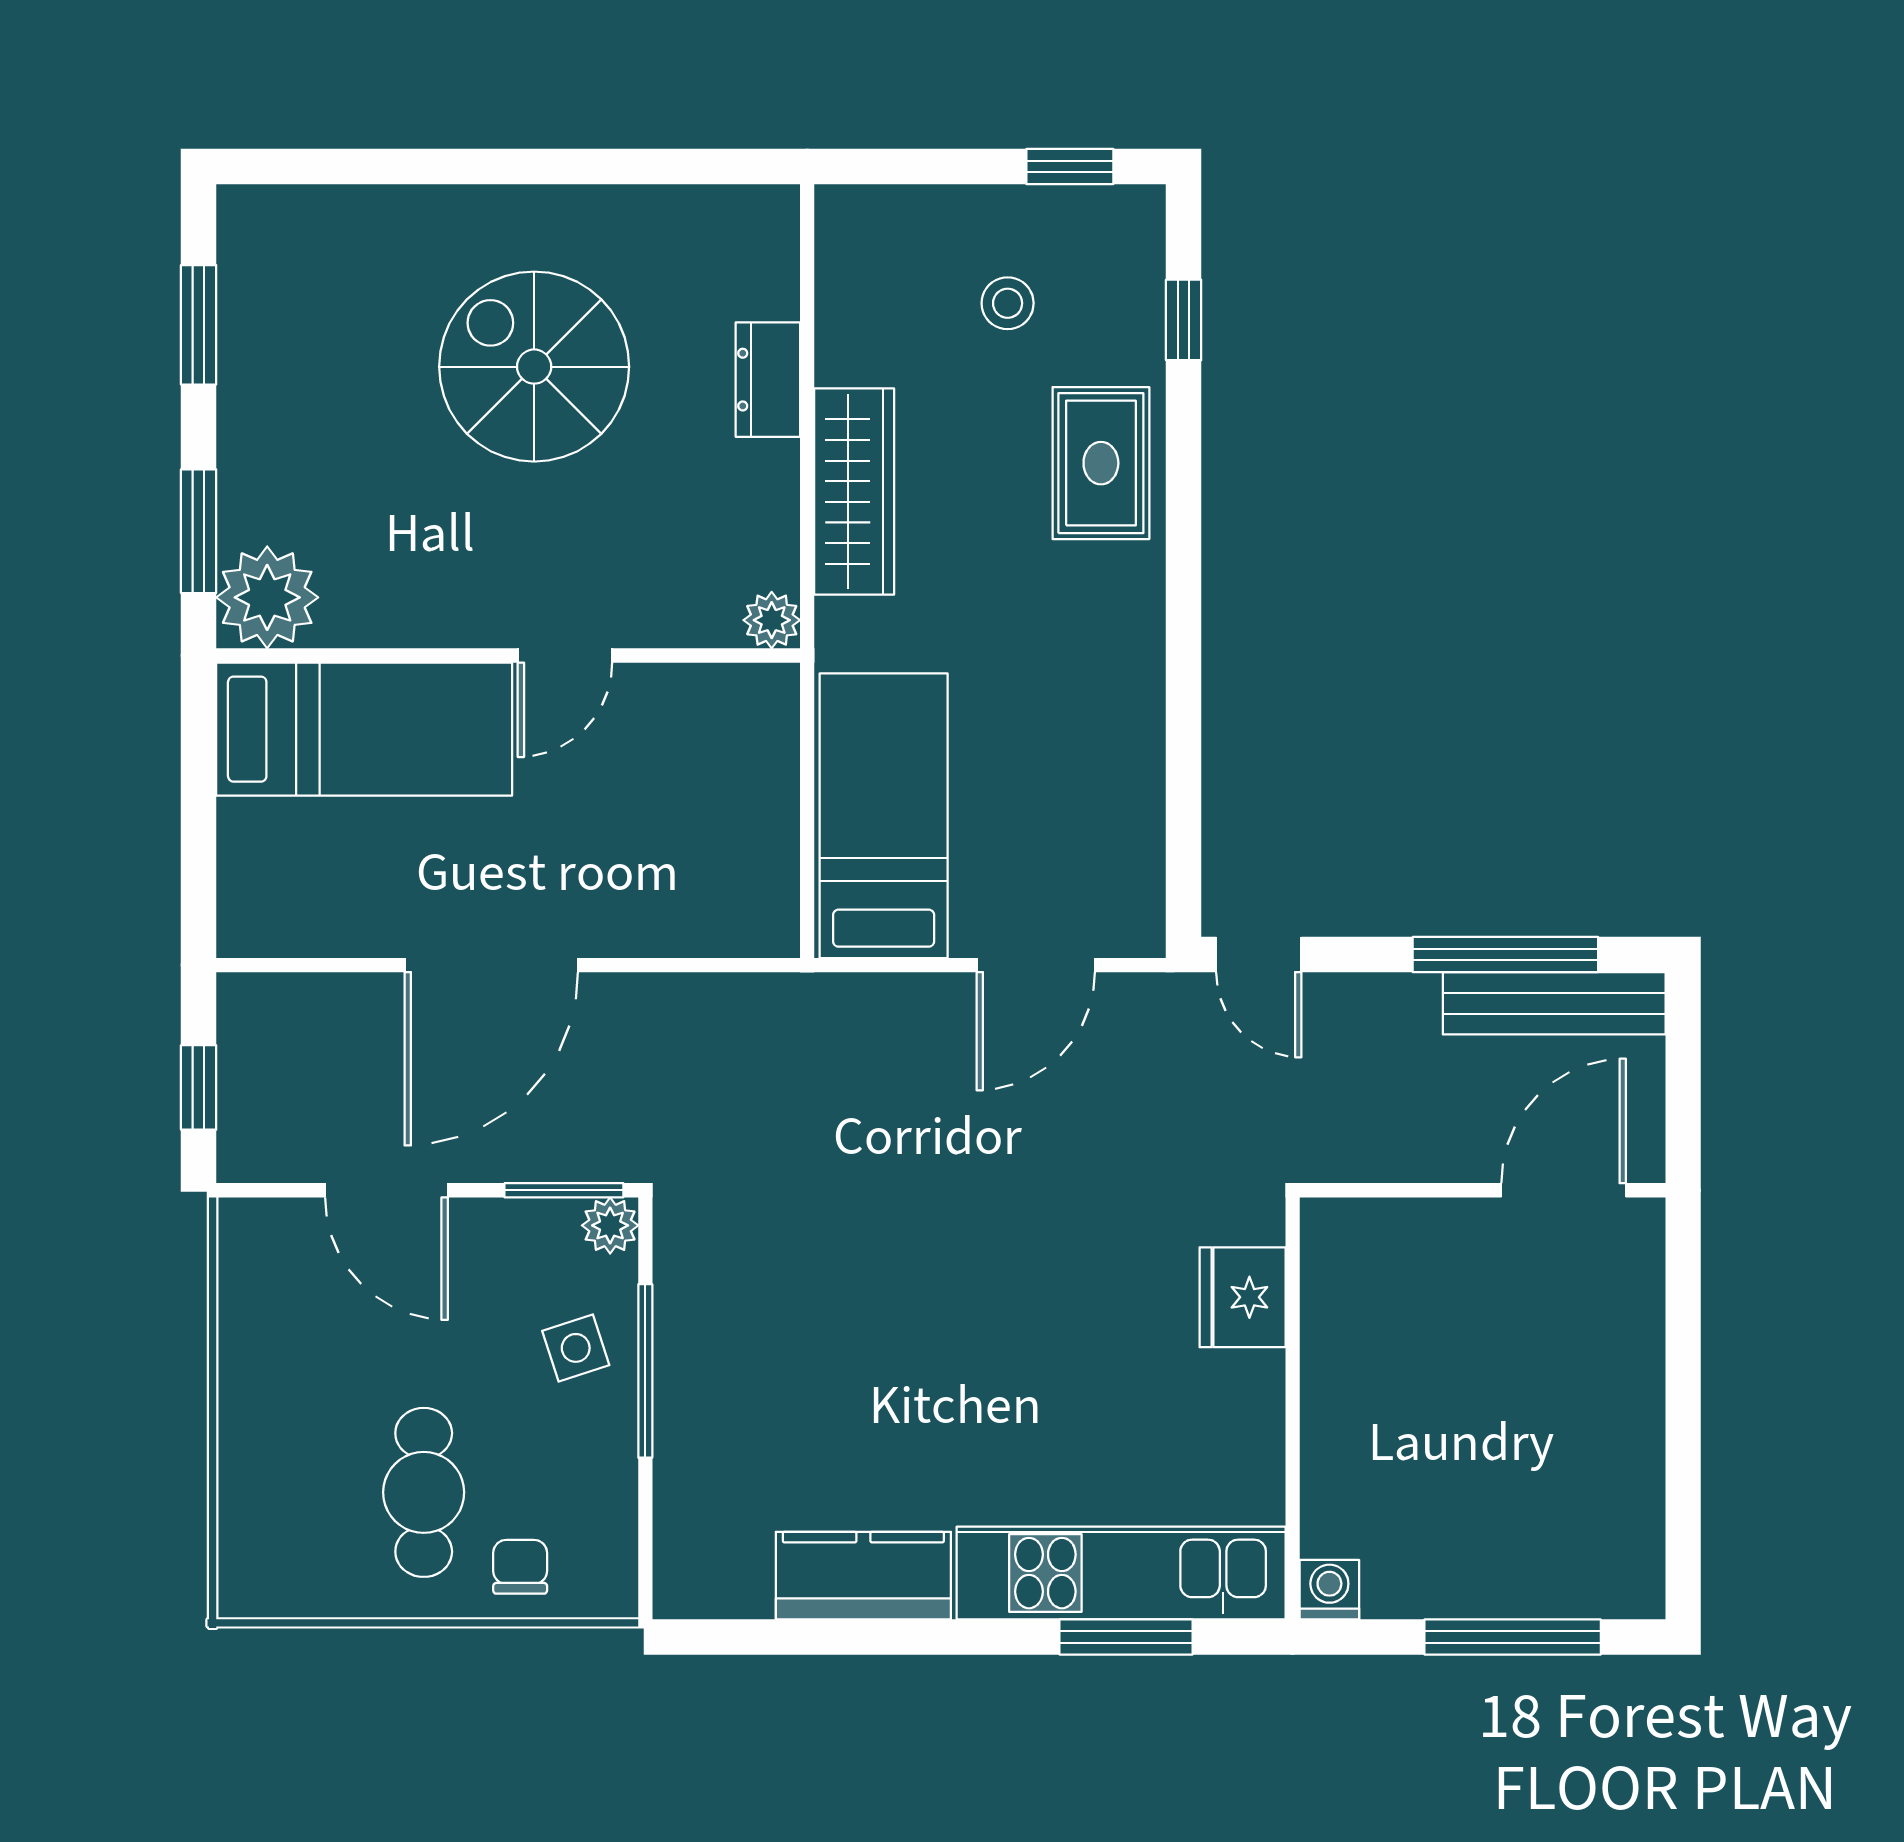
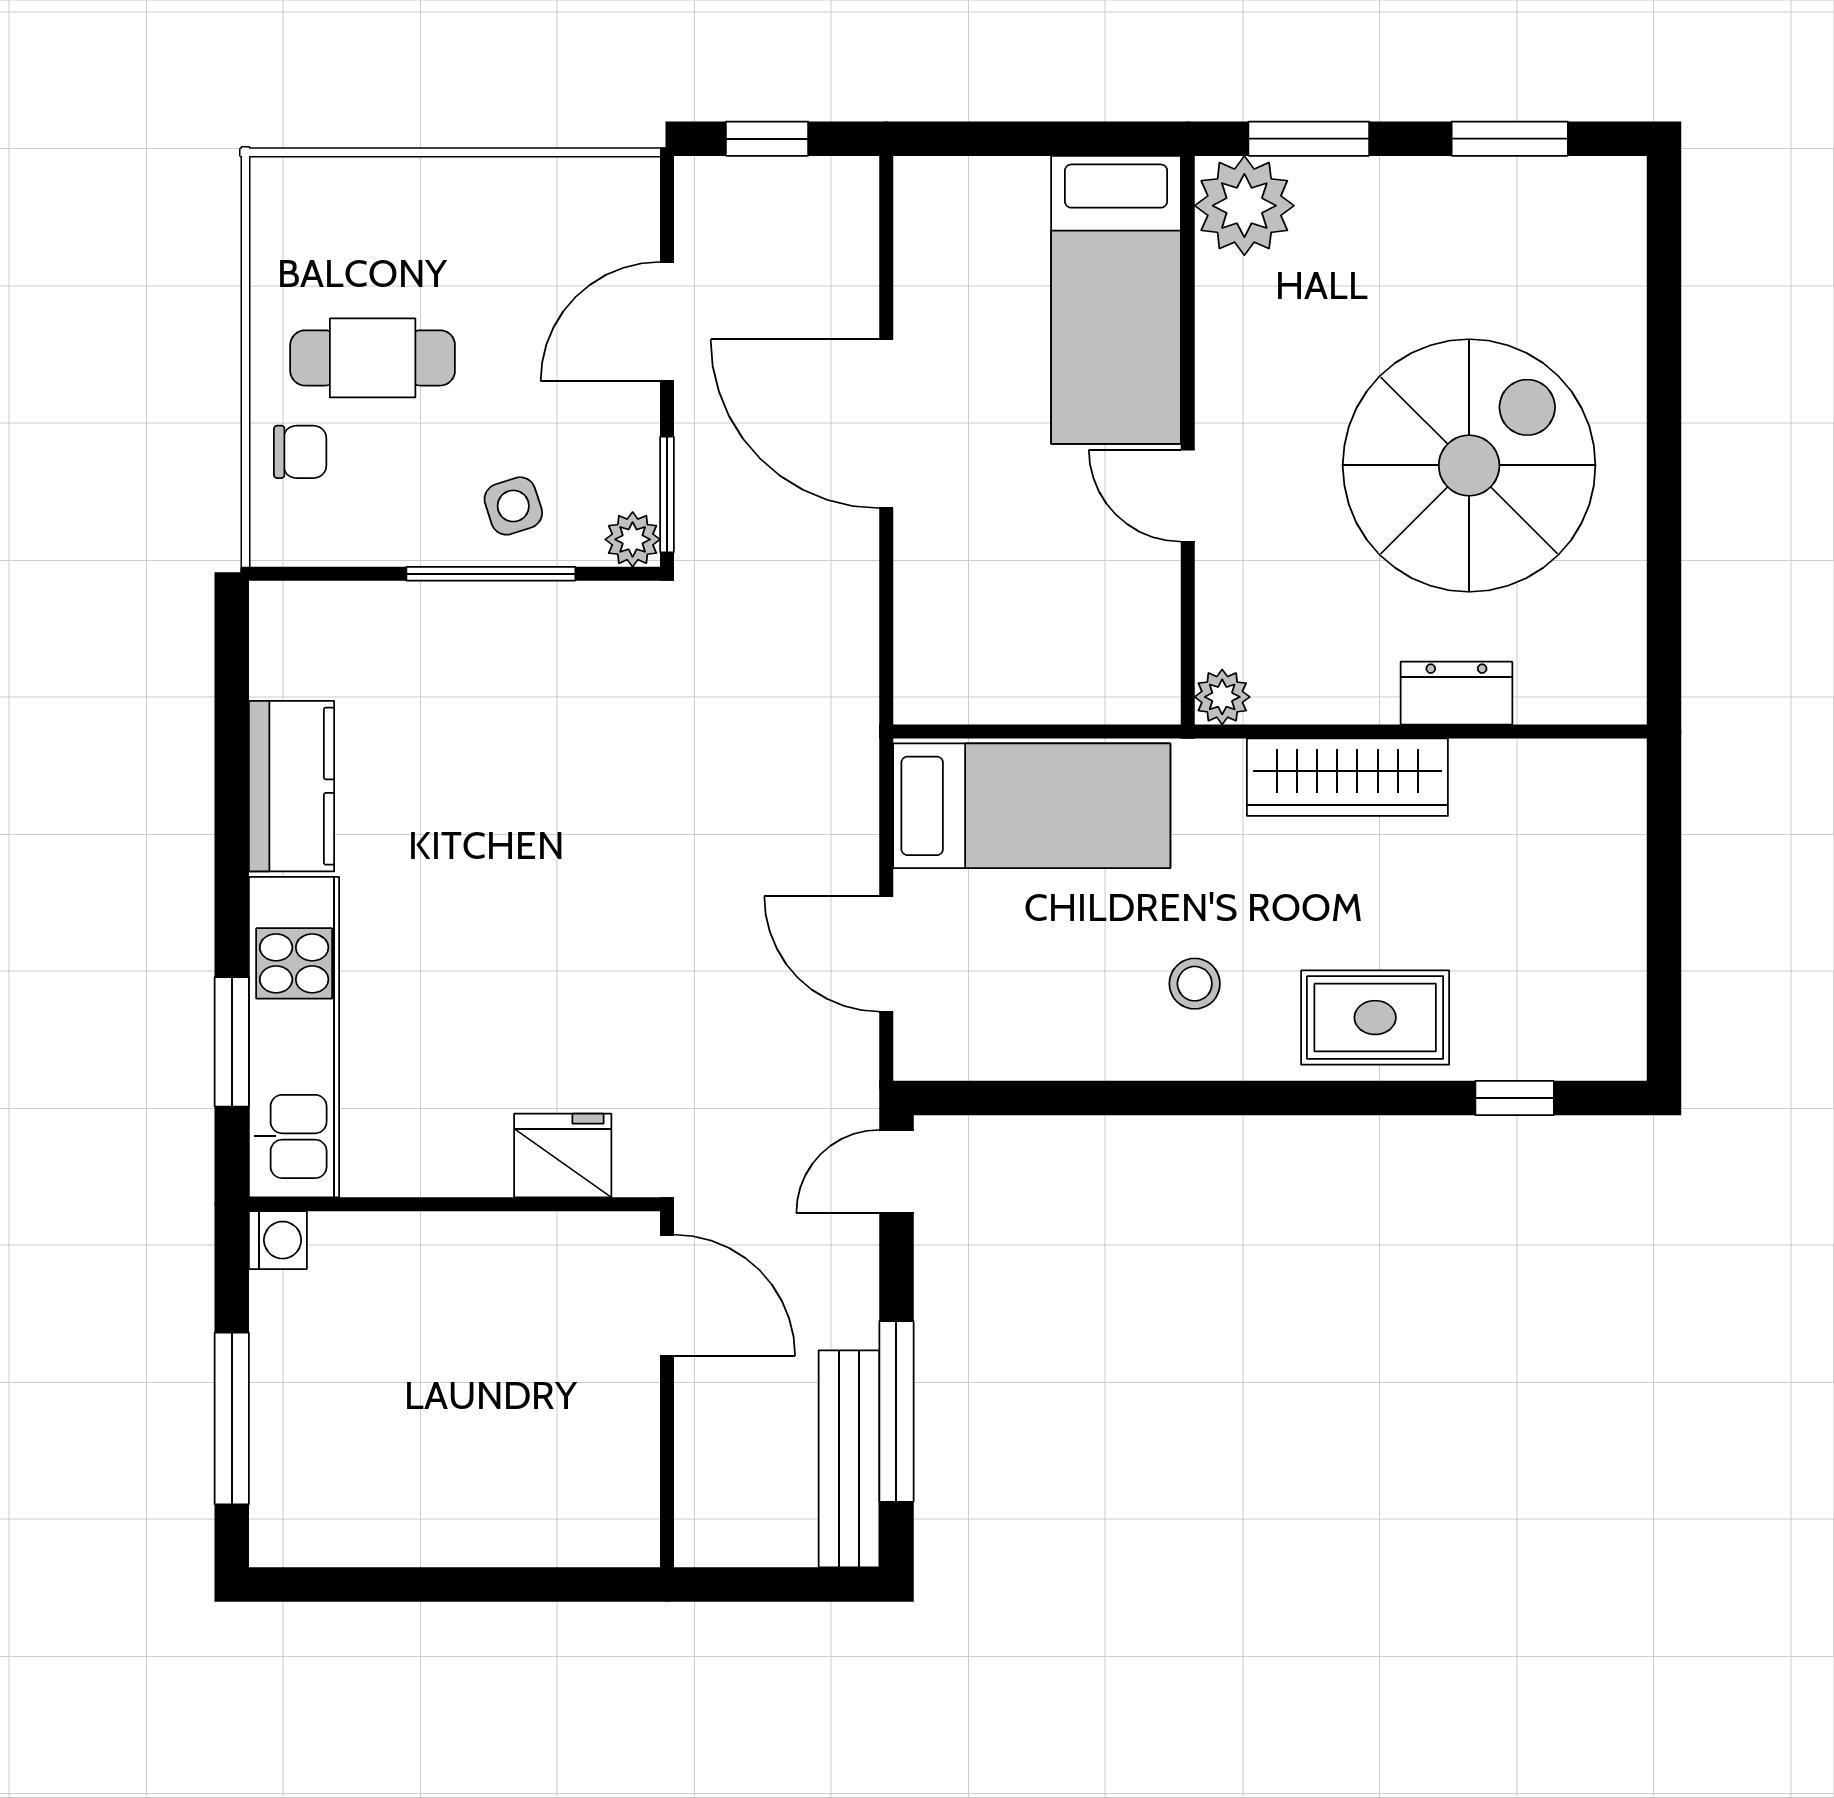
window: (1070, 167) -> (1664, 987), removed
stool: (1008, 303) -> (1195, 984), moved
spiral stairs: (534, 367) -> (1469, 465), width x1.37, depth x1.37
door: (1564, 1190) -> (667, 1295), moved

